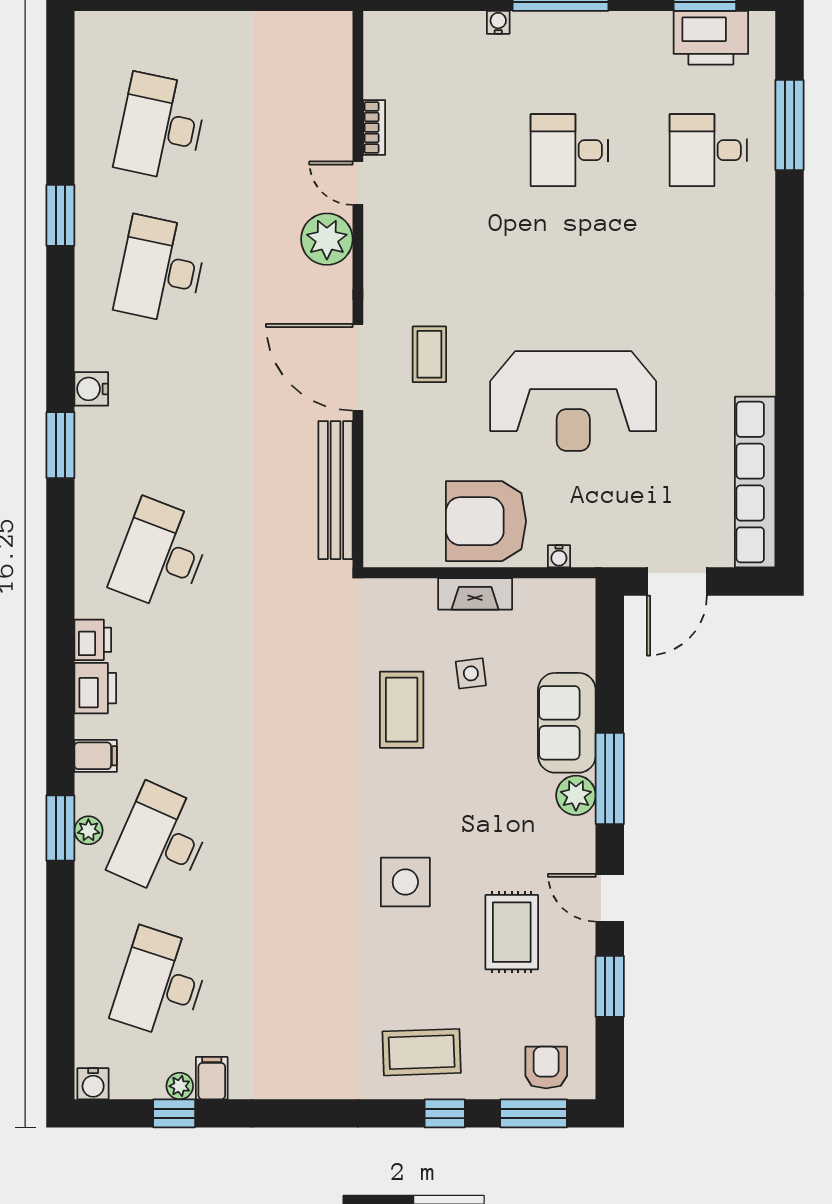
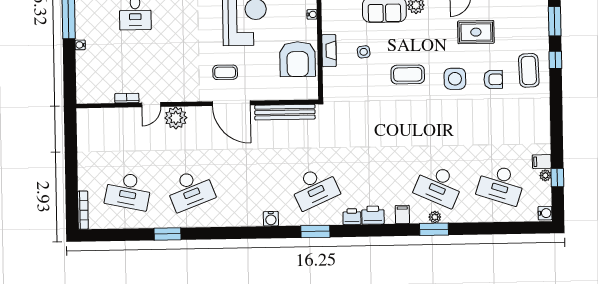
bookcase: (119, 22) -> (83, 210), added
desk: (161, 270) -> (190, 190), turned -33
door: (358, 367) -> (231, 103), hinge flipped
water cooler: (91, 389) -> (271, 219), moved
window: (60, 445) -> (315, 231), moved
armchair: (486, 521) -> (298, 59), moved
desk: (161, 555) -> (315, 188), turned -45
coffee table: (402, 710) -> (408, 74), moved
armchair: (546, 1068) -> (493, 79), moved, turned 180

